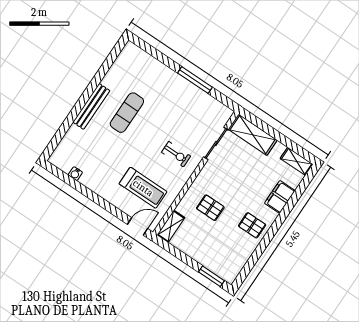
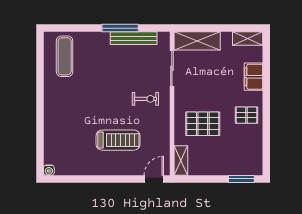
bench: (91, 106) -> (134, 38), moved, turned 90
exercise mat: (127, 113) -> (65, 56), moved
water cooler: (75, 174) -> (49, 170), moved
treadmill: (143, 188) -> (118, 140), moved
pallet: (210, 208) -> (203, 124), width x1.50, depth x1.42

